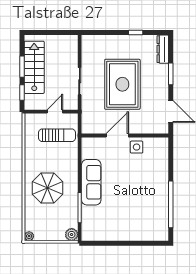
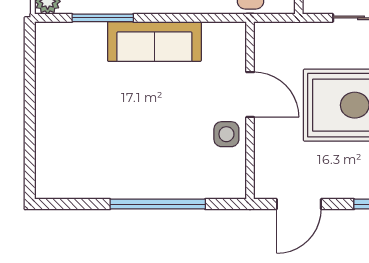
window: (171, 204) -> (158, 204), moved

